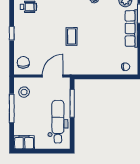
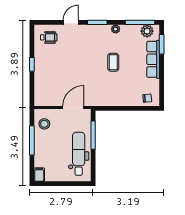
coffee table: (72, 37) -> (113, 62), moved
chair: (23, 62) -> (44, 94), removed
filing cabinet: (24, 142) -> (39, 175), width x0.50

